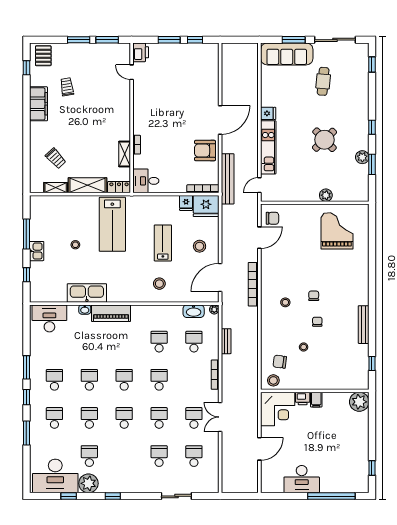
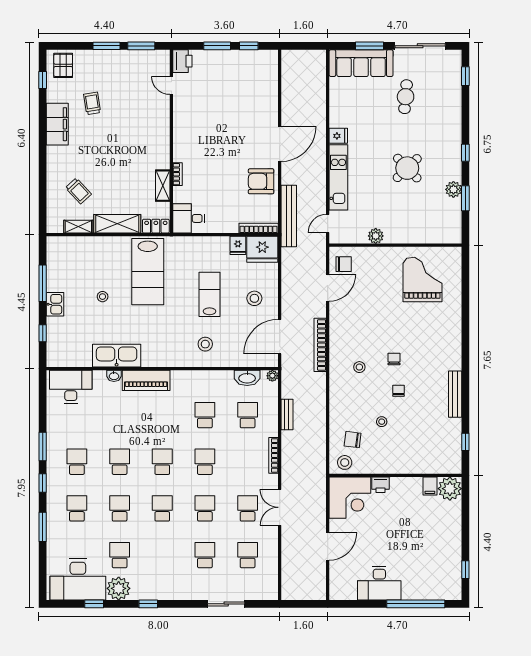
plant: (326, 195) -> (376, 236), moved
filing cabinet: (316, 400) -> (430, 486), moved

